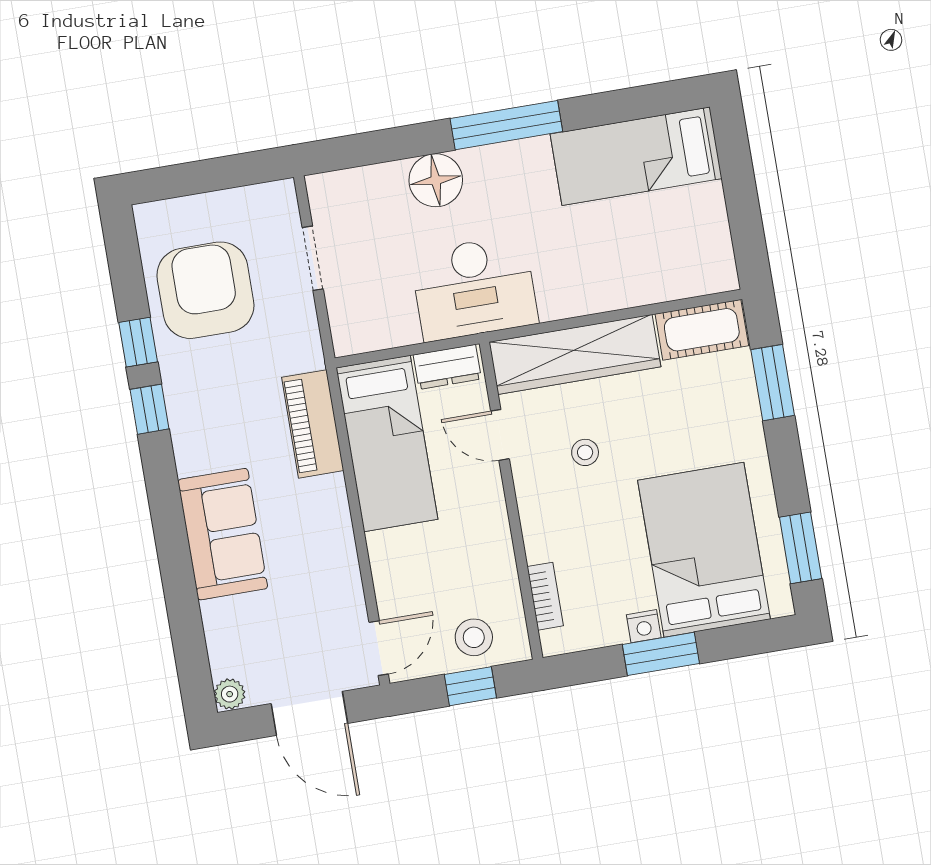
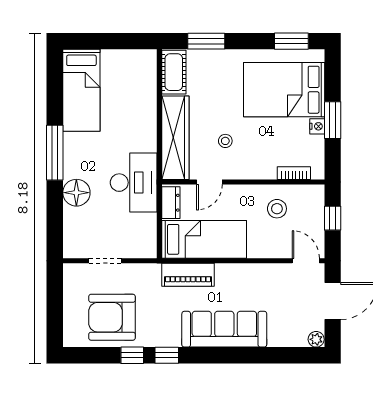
sofa: (223, 534) -> (224, 329), width x1.36
stool: (474, 637) -> (277, 209), moved

